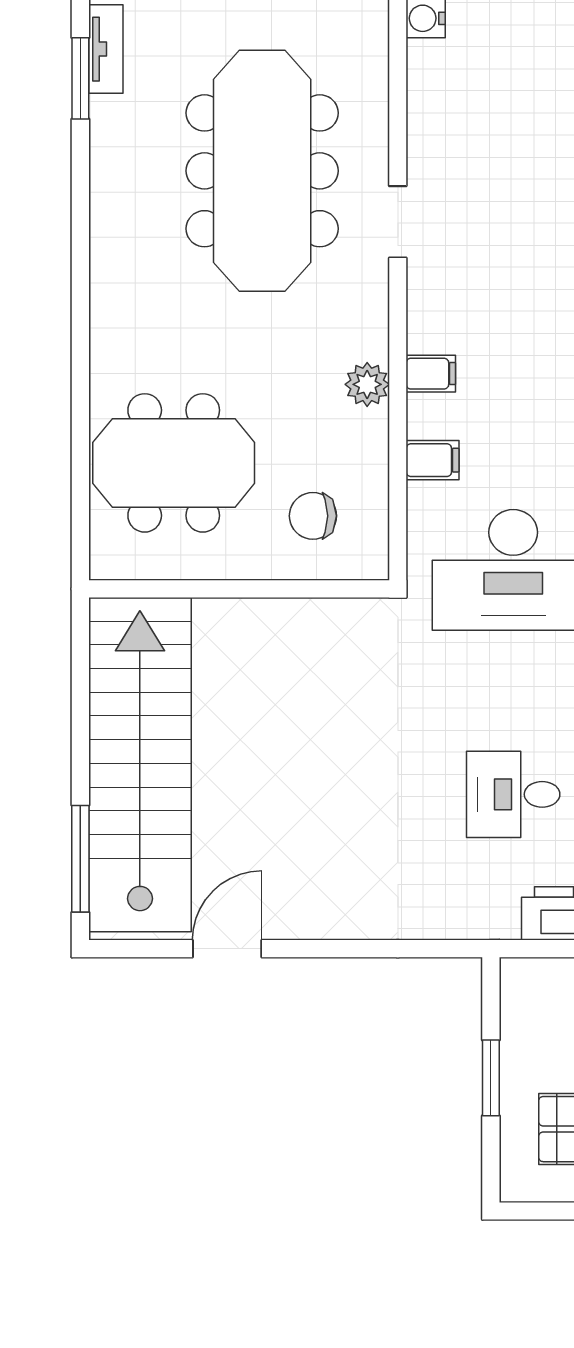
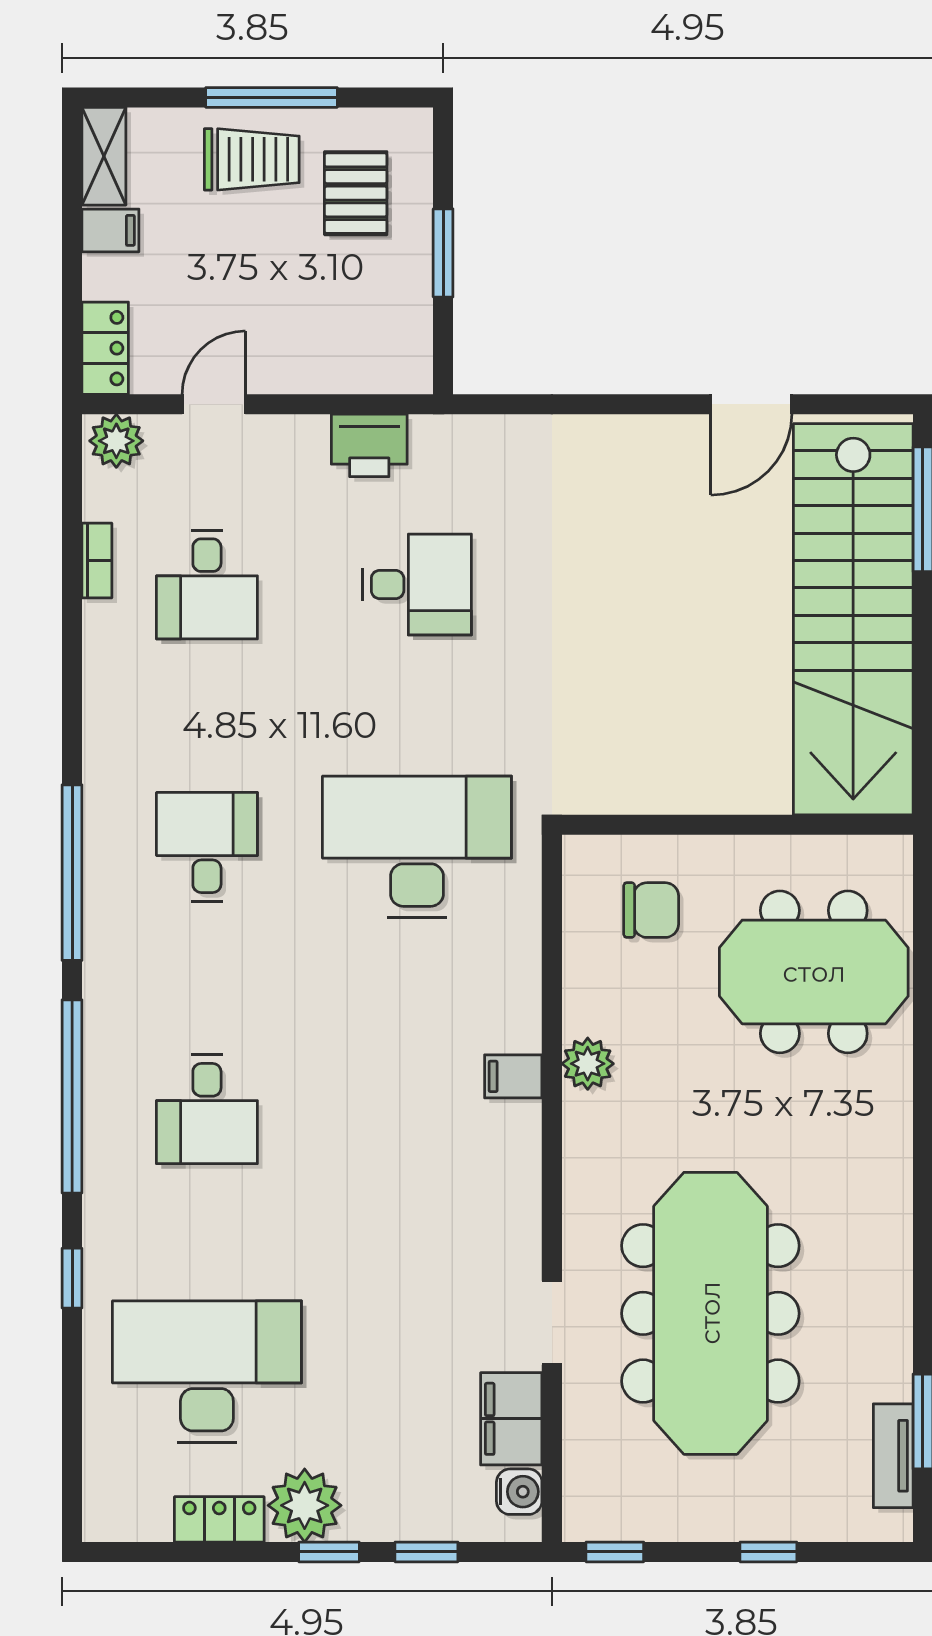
doorway: (398, 222) -> (552, 1323), moved
filing cabinet: (433, 460) -> (511, 1419), moved, width x2.00

